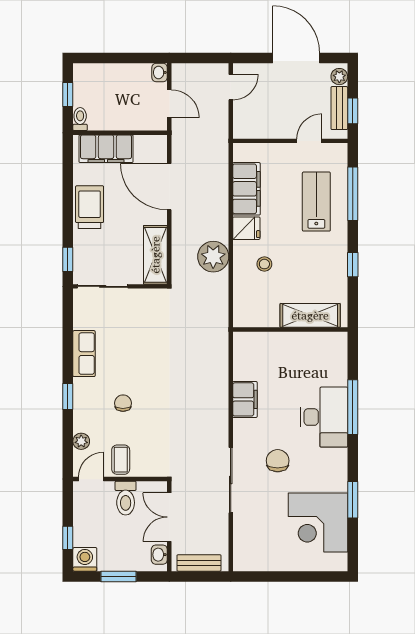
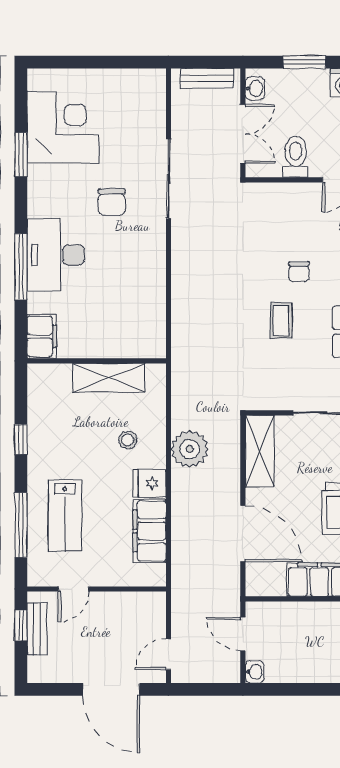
door: (296, 58) -> (111, 689), moved
plant: (339, 77) -> (37, 667), removed
shelving: (310, 315) -> (109, 378), moved
filing cabinet: (245, 399) -> (42, 336), moved, turned 180
coffee table: (121, 460) -> (281, 320), moved

